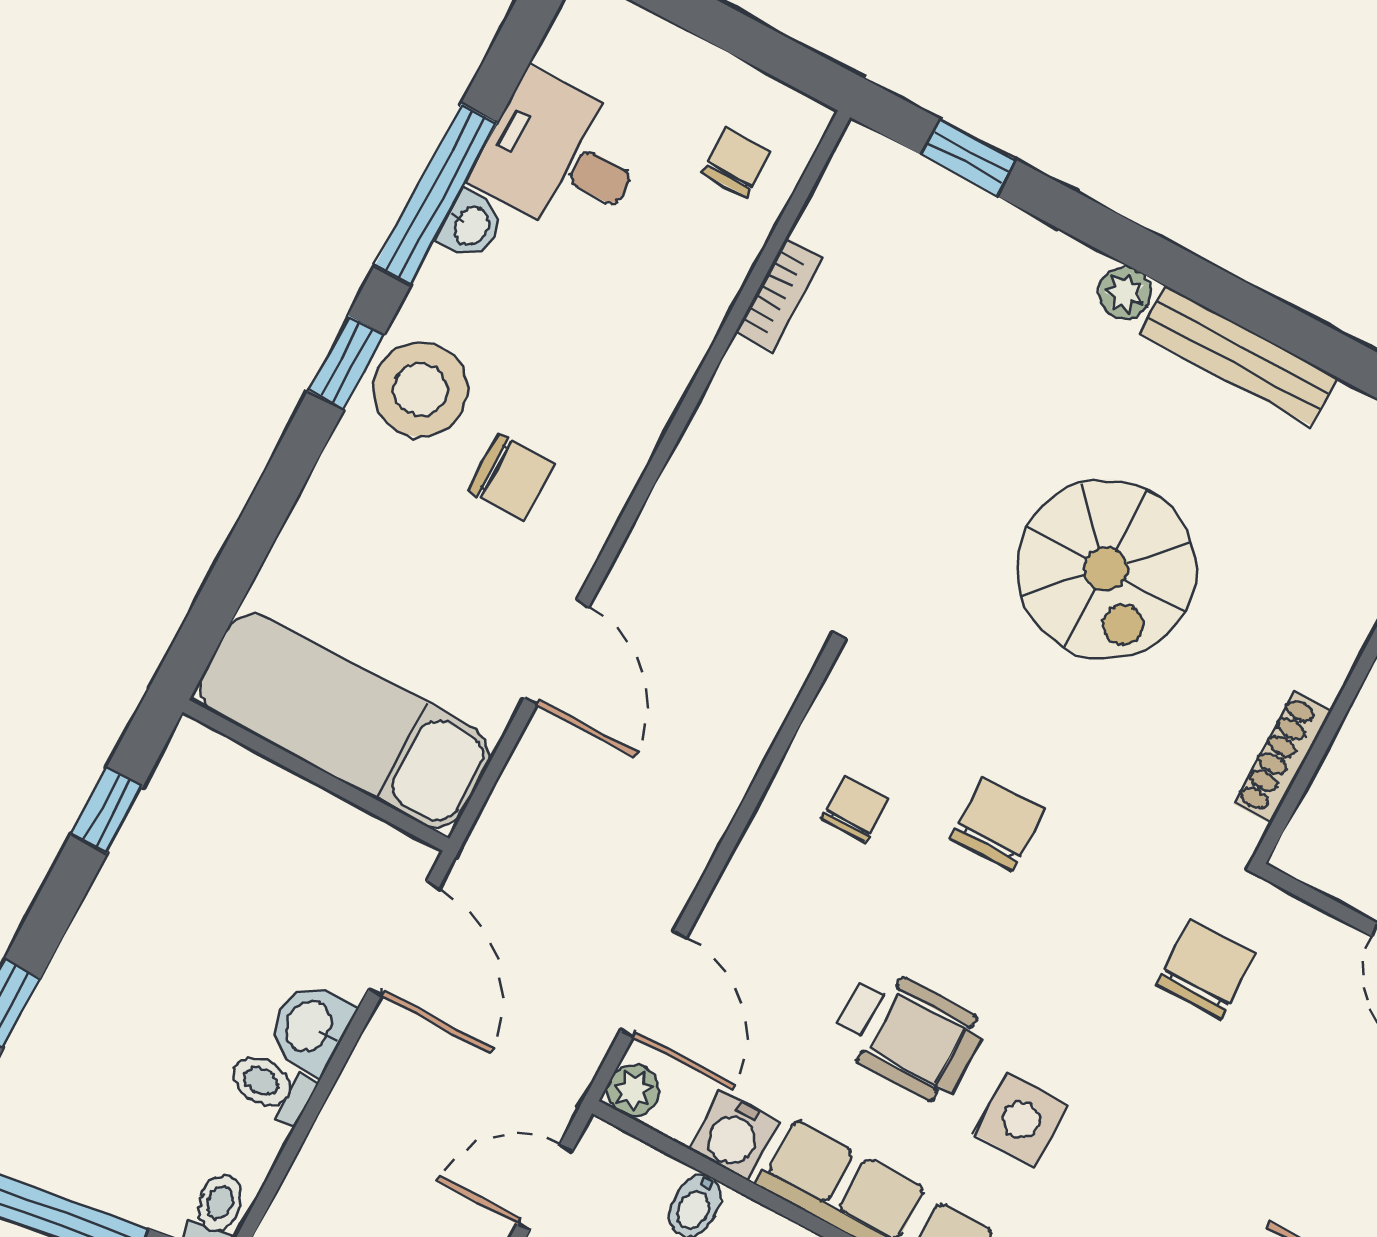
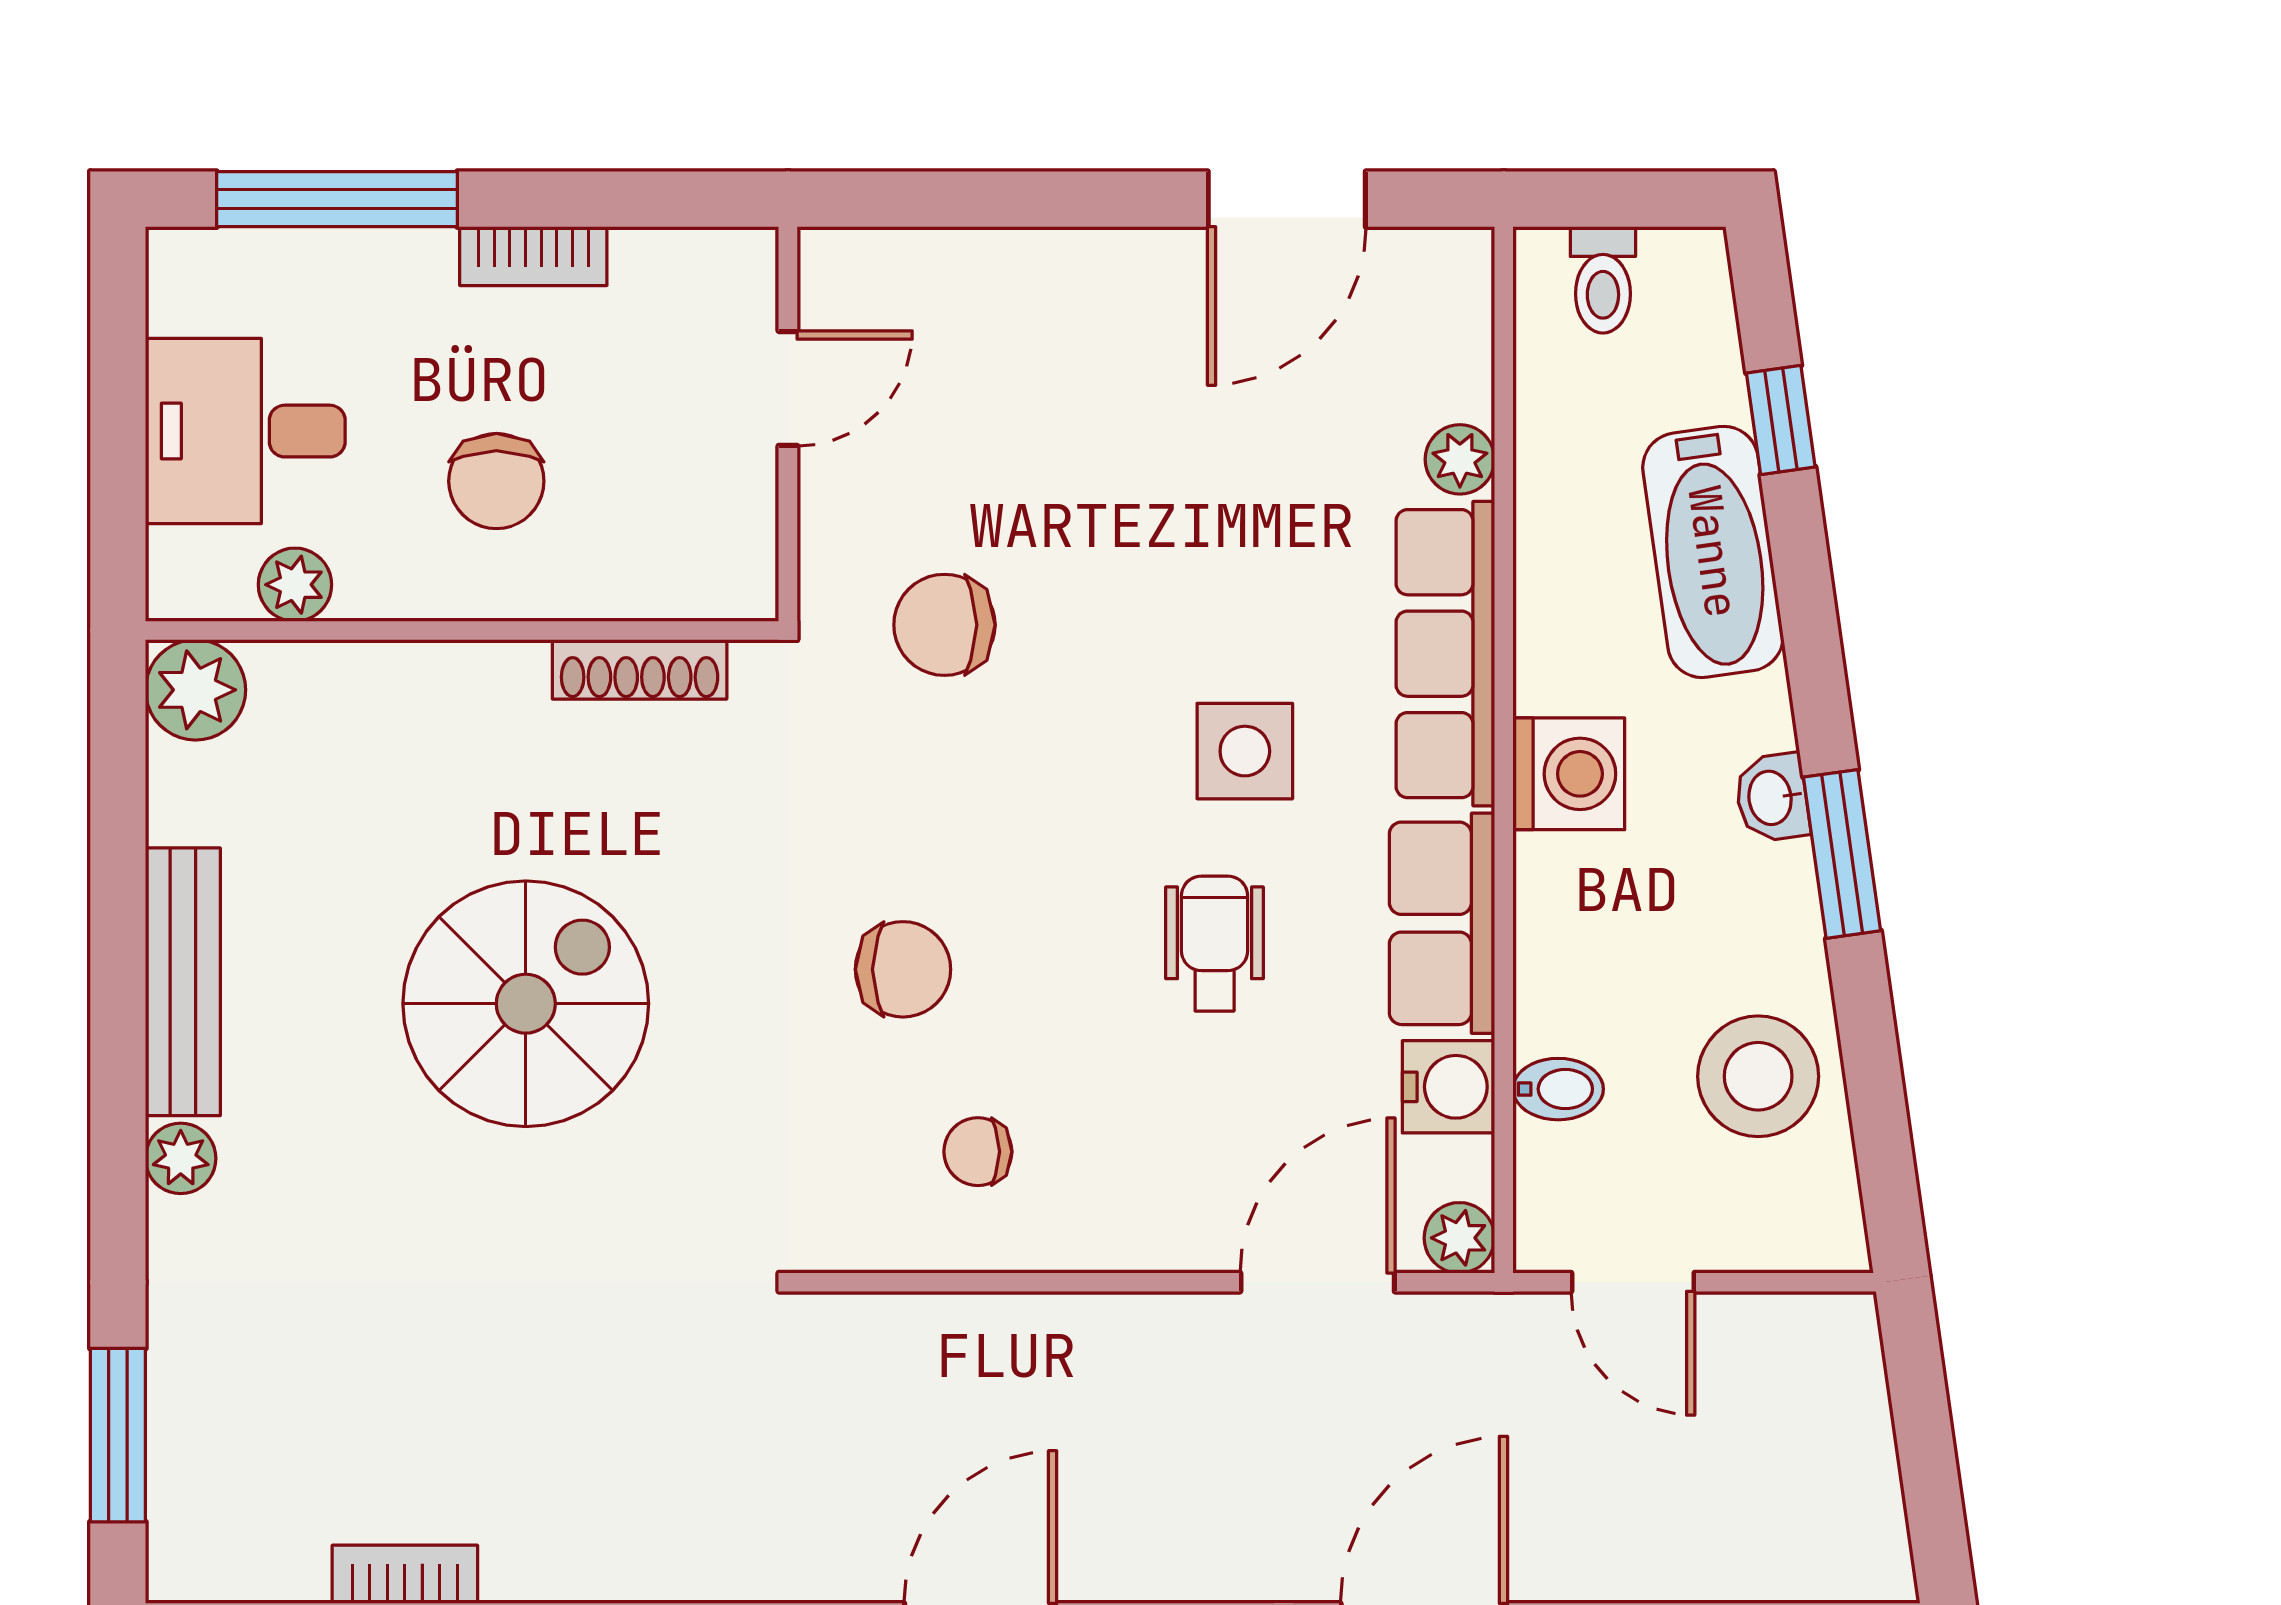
window: (968, 157) -> (118, 1435), width x1.50
chair: (998, 824) -> (903, 969), turned 180
wheelchair: (907, 1034) -> (1215, 944), width x0.73, depth x0.73

